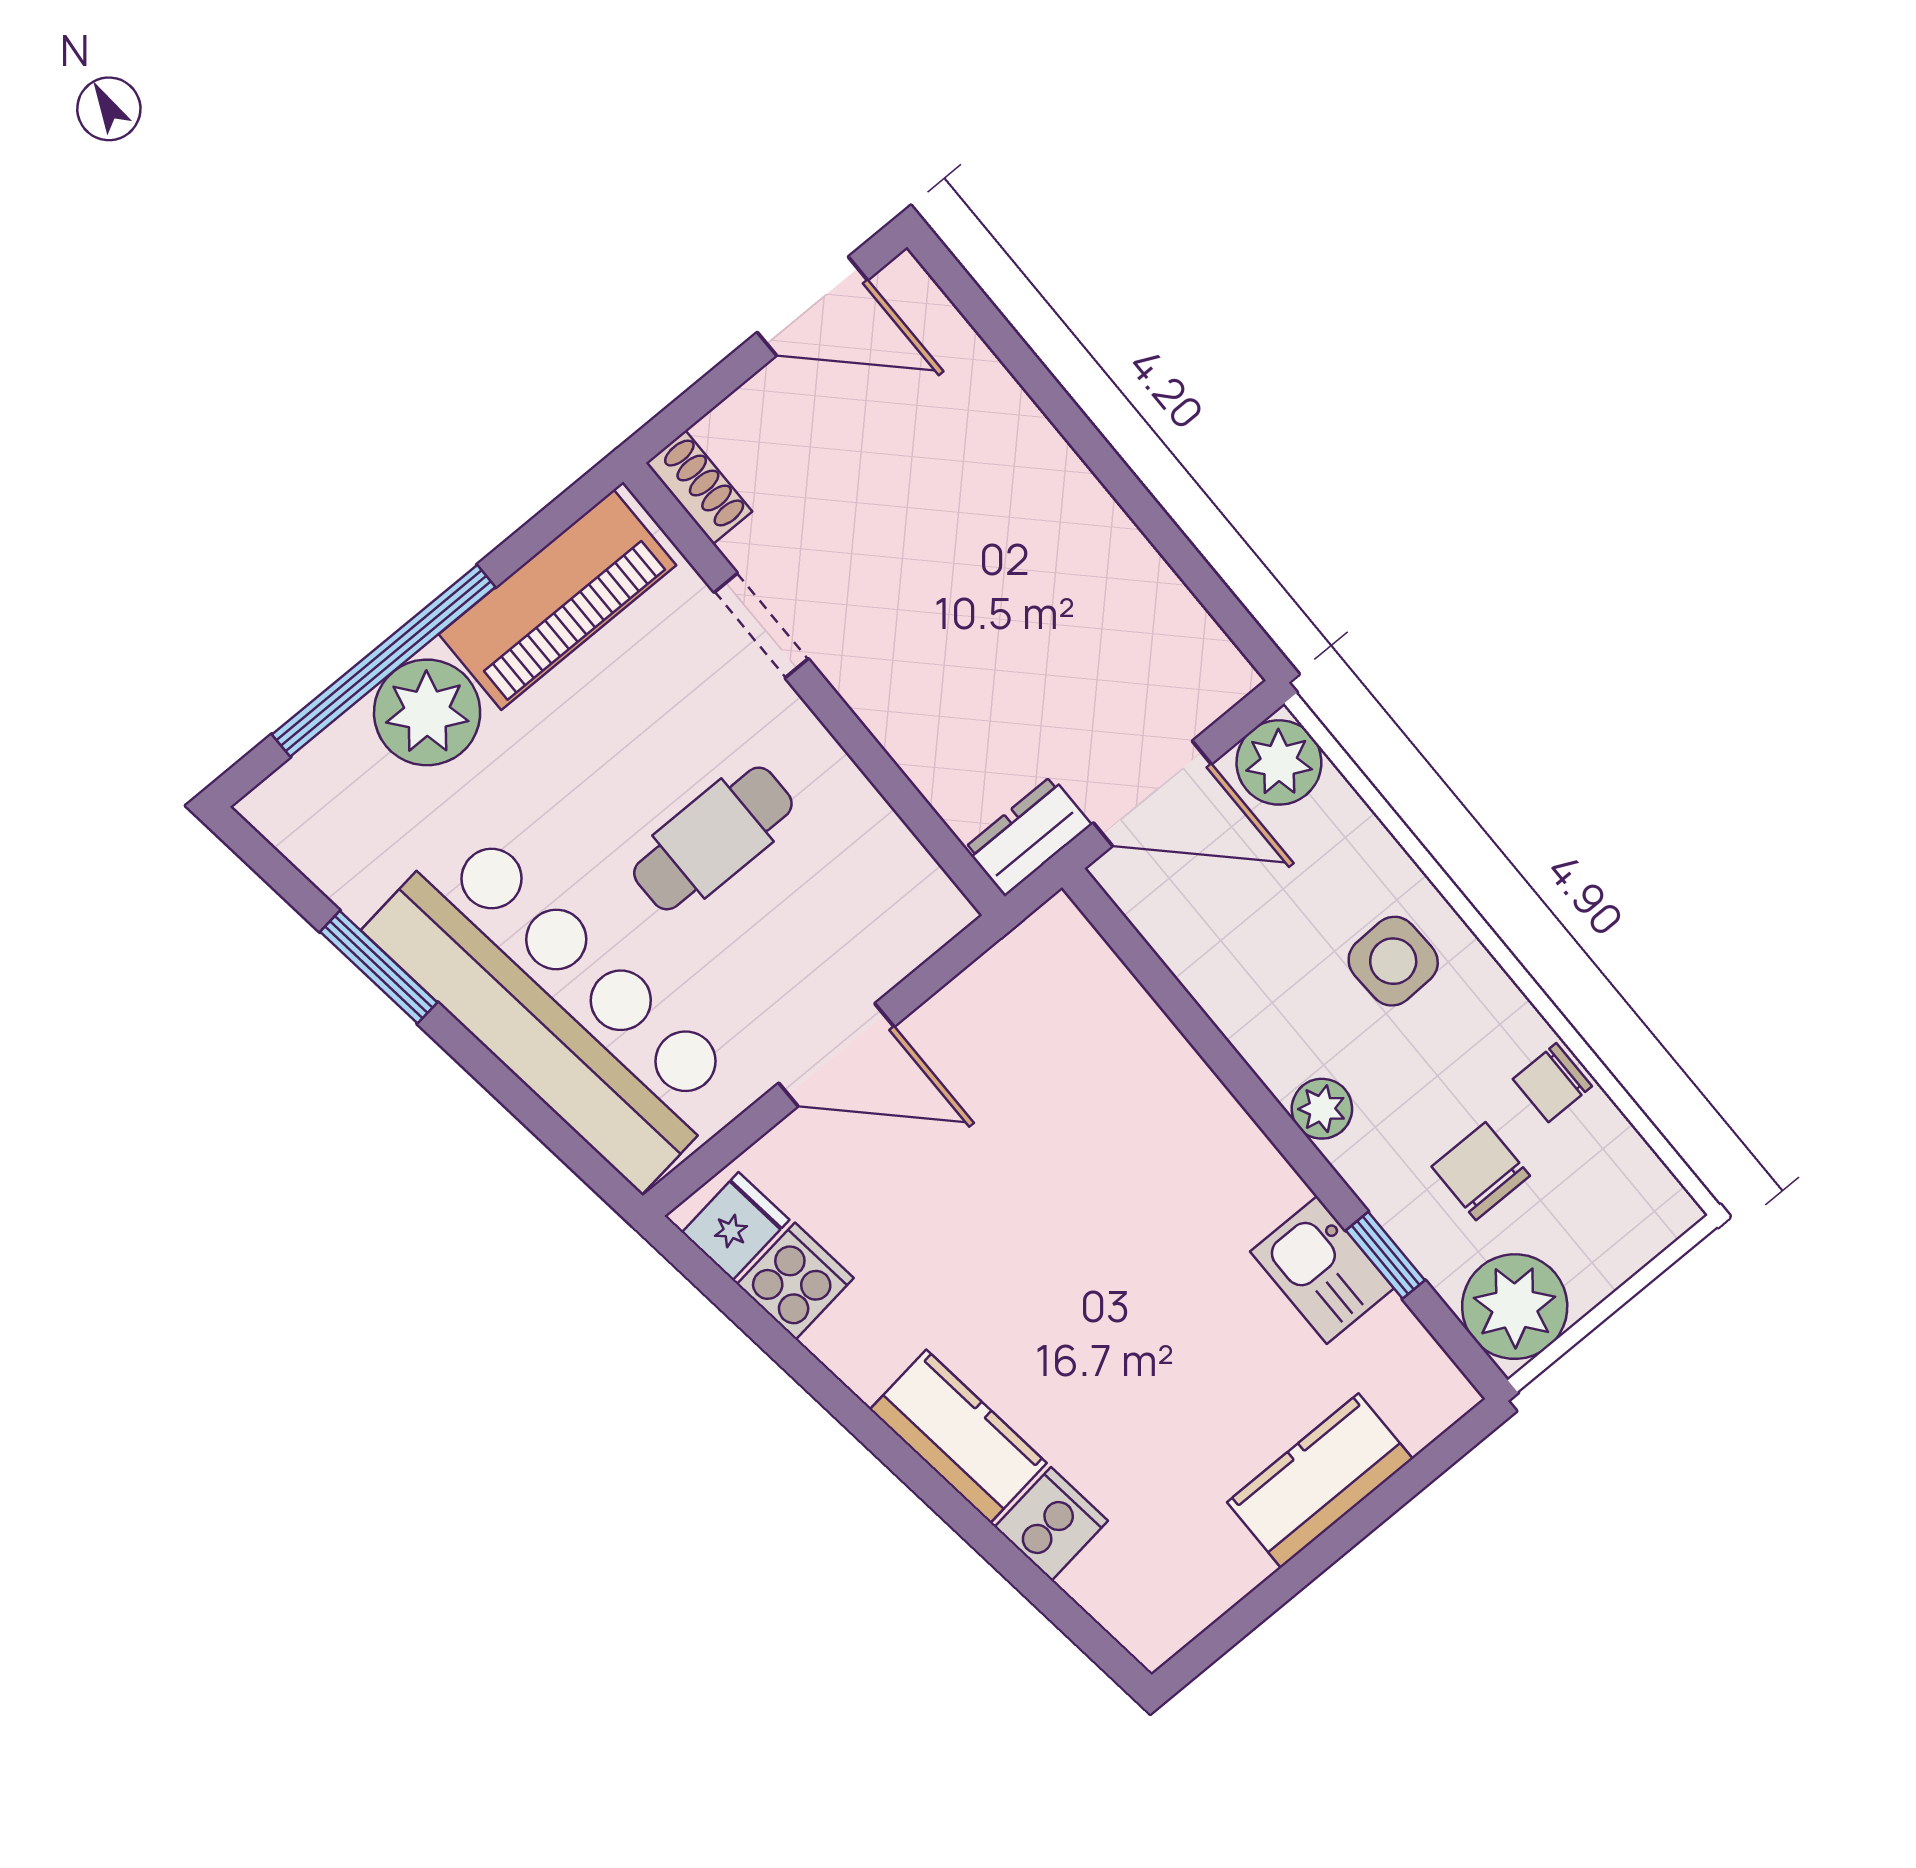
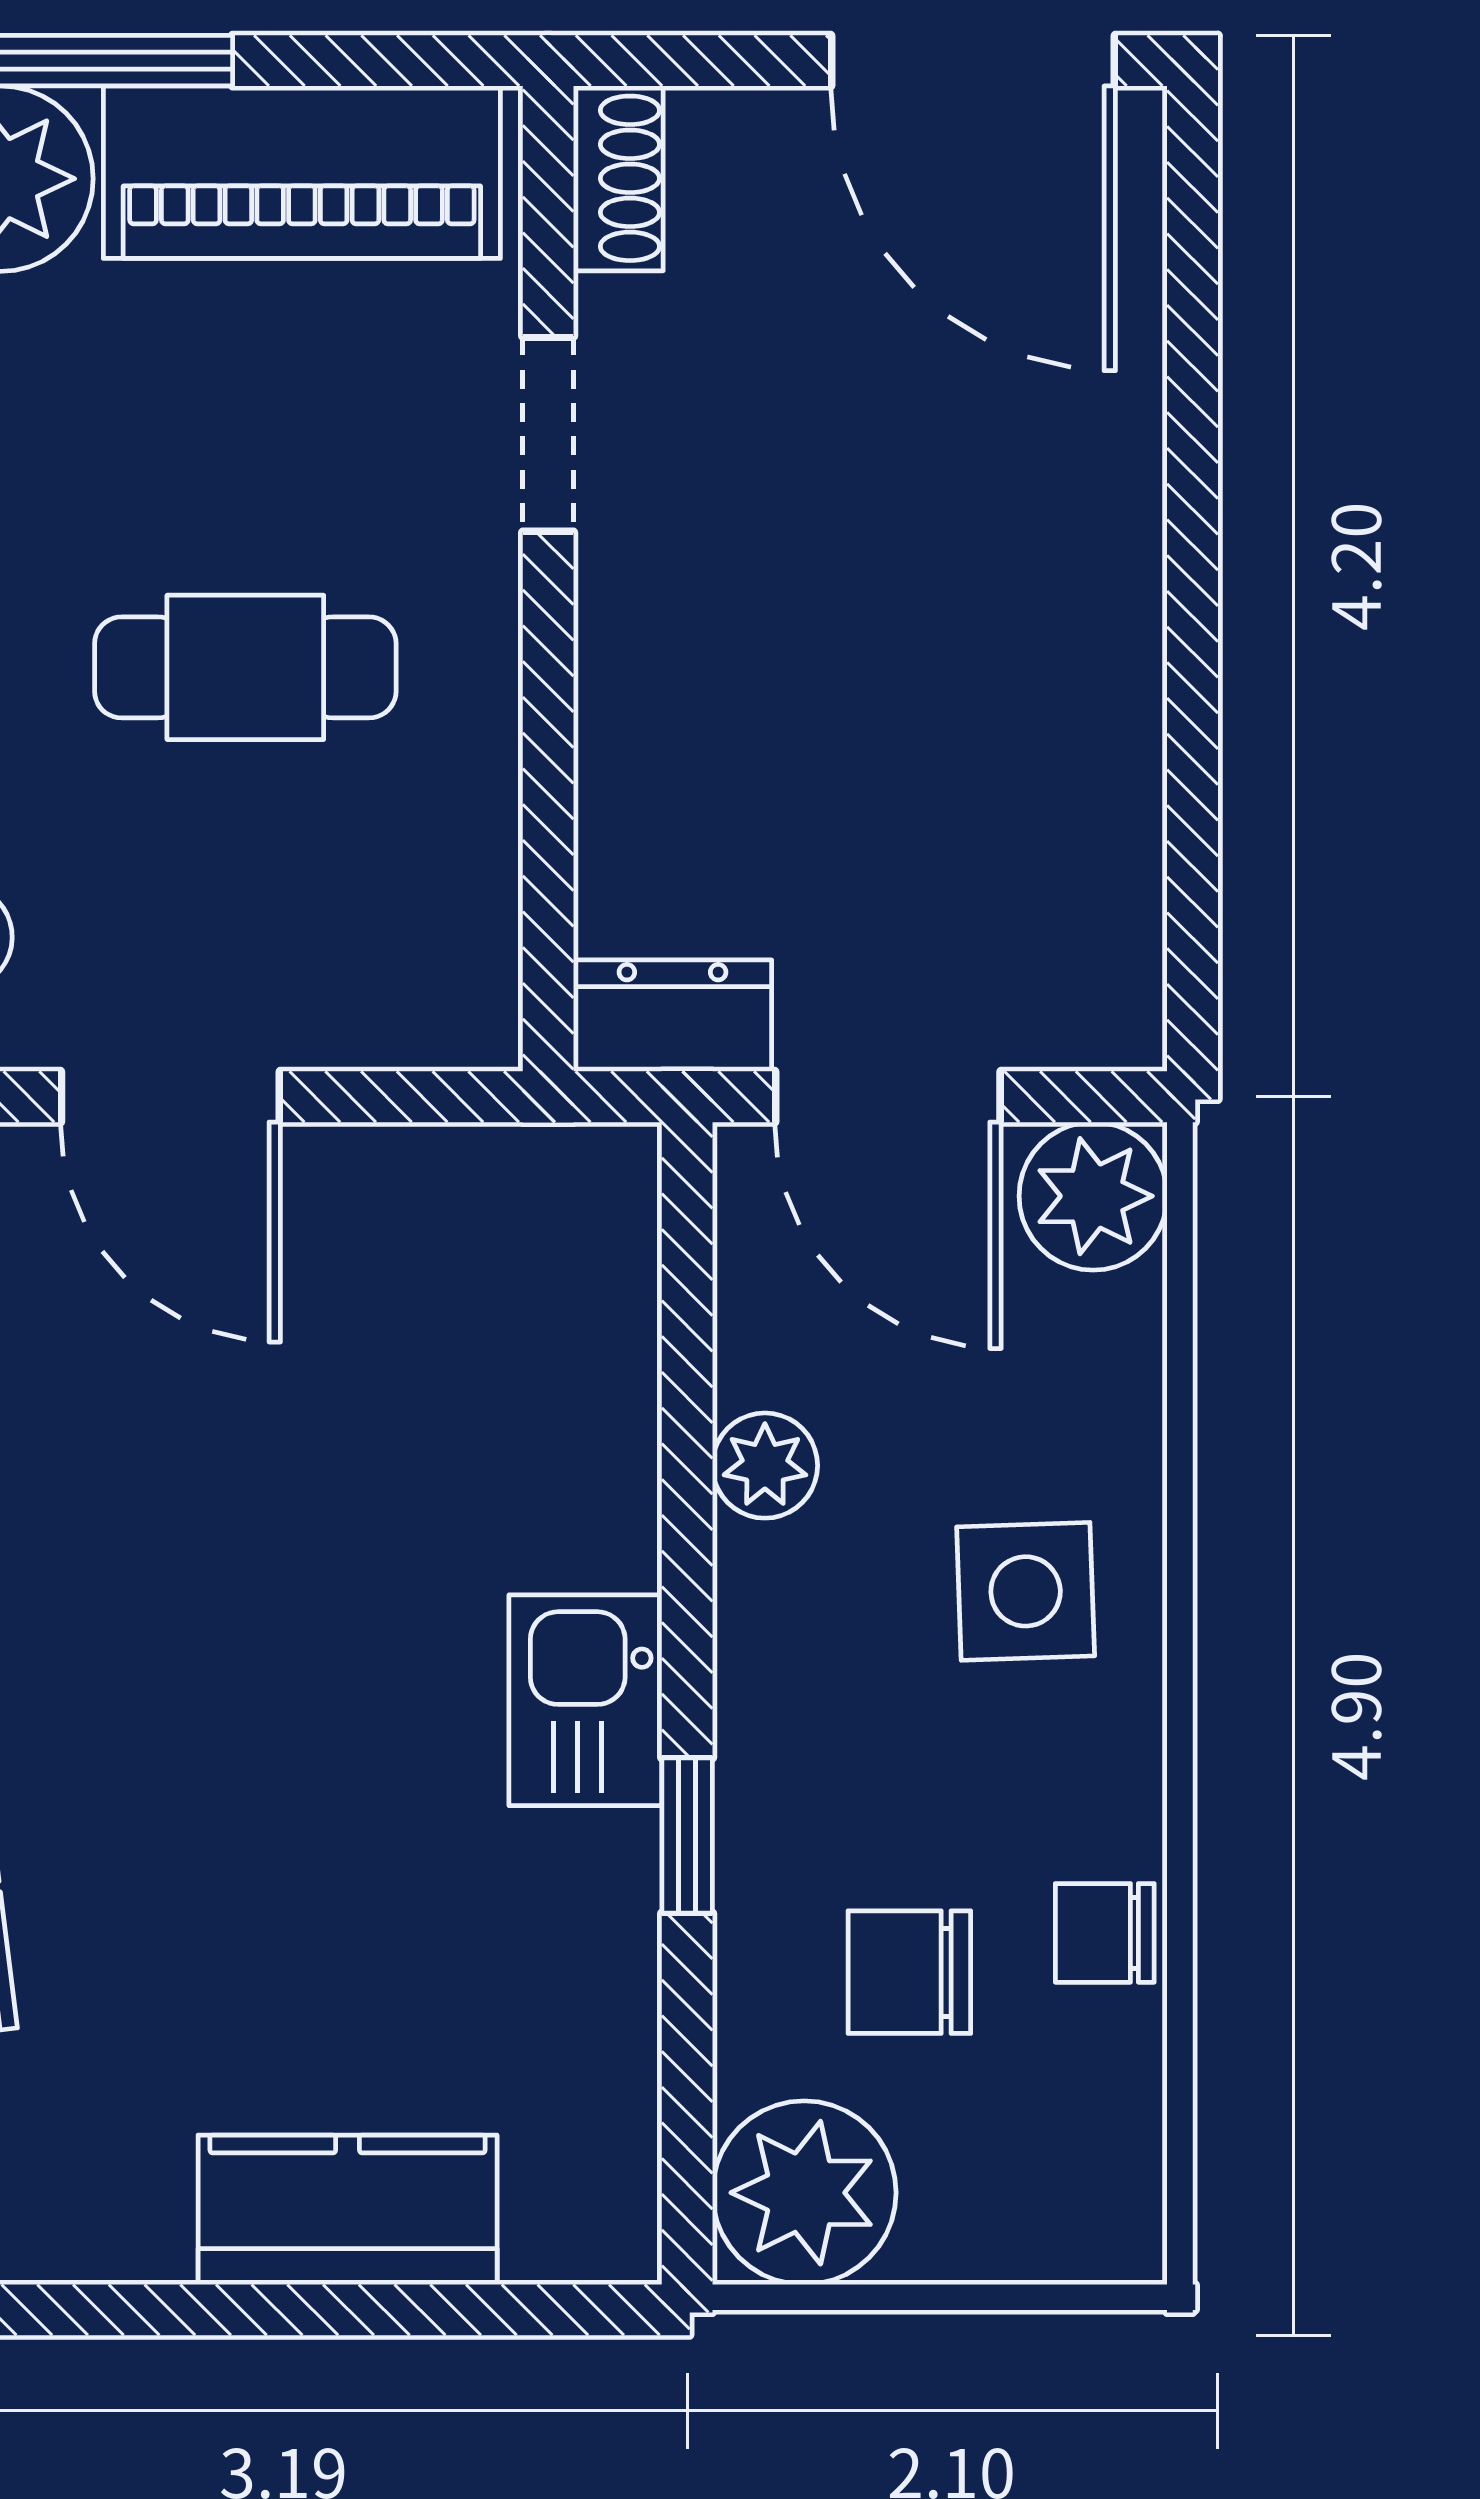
door: (812, 306) -> (973, 61), width x1.36
plant: (1322, 1109) -> (765, 1466), moved
chair: (1481, 1171) -> (909, 1972), turned -90
window: (1385, 1255) -> (687, 1836), moved
kitchen sink: (1322, 1270) -> (585, 1700), moved

